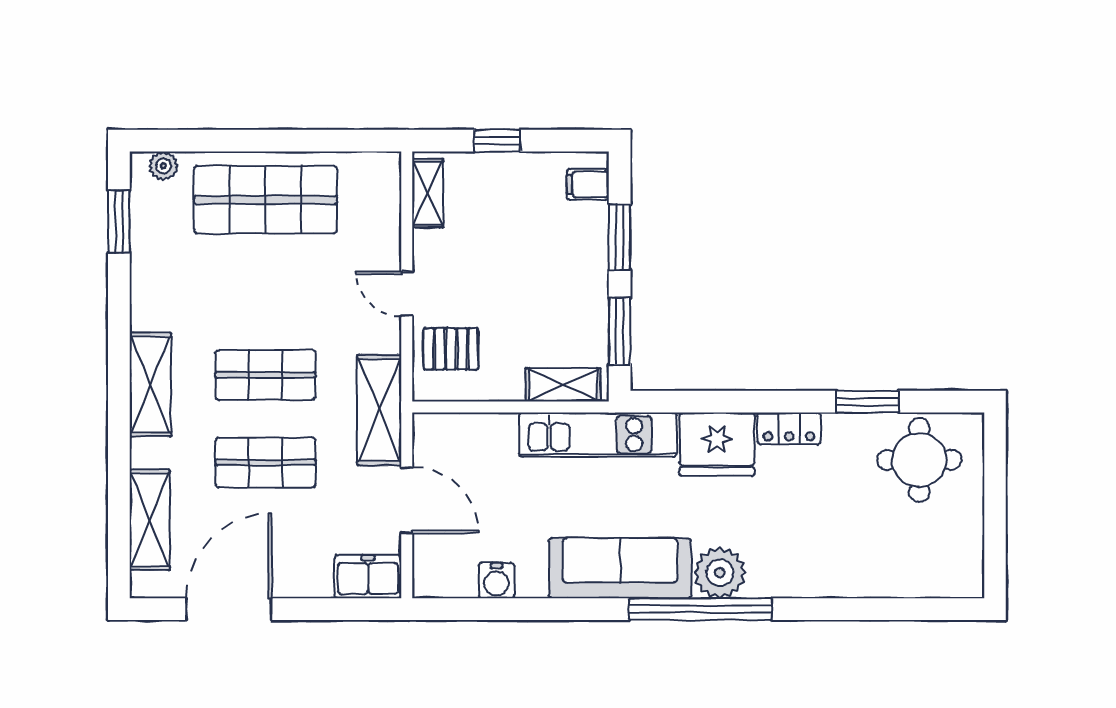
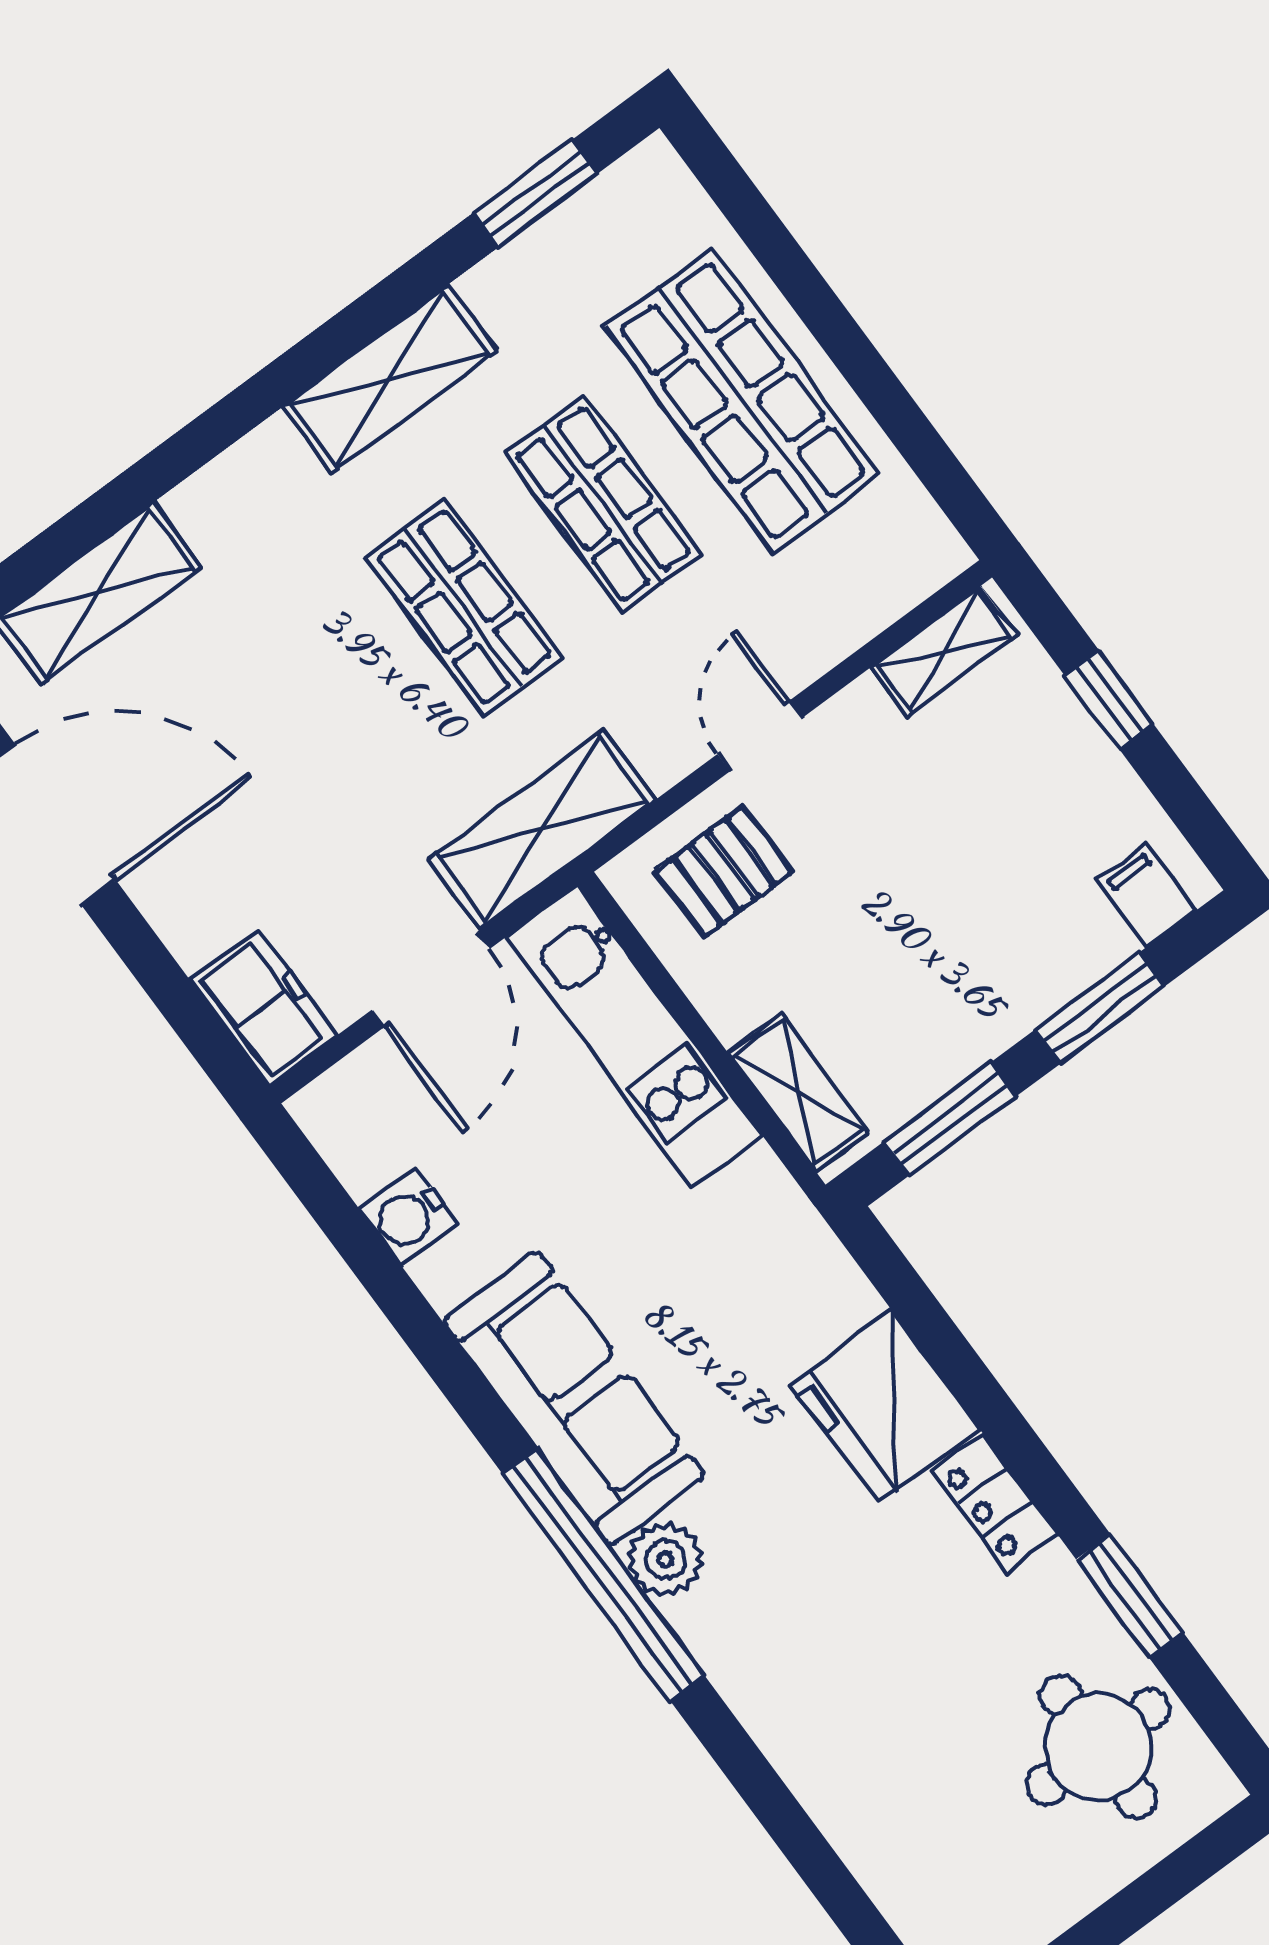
plant: (163, 166) -> (677, 199), removed
pallet: (451, 349) -> (724, 871), turned 90
shelving: (150, 385) -> (390, 379), moved
kitchen unit: (598, 435) -> (634, 1036), moved
shop shelf: (266, 462) -> (603, 504), moved
plant: (720, 573) -> (665, 1560), width x0.73, depth x0.73

